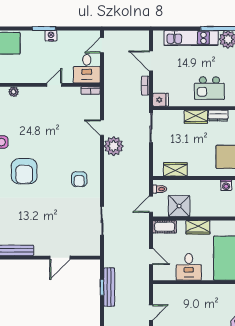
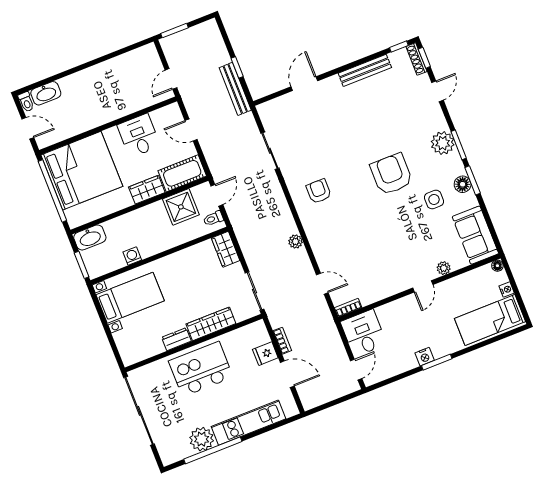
door: (54, 85) -> (423, 286), moved
kitchen island: (209, 88) -> (201, 369), width x1.37, depth x1.28
fridge: (161, 100) -> (265, 354), moved
wardrobe: (196, 117) -> (211, 324), width x1.50
door: (102, 128) -> (322, 284), moved
plant: (114, 146) -> (296, 242), width x0.53, depth x0.53
wardrobe: (175, 169) -> (226, 249), moved, turned 90
cot: (165, 227) -> (182, 173), width x1.37, depth x1.34
bench: (109, 287) -> (235, 89), moved
door: (151, 312) -> (171, 79), moved

